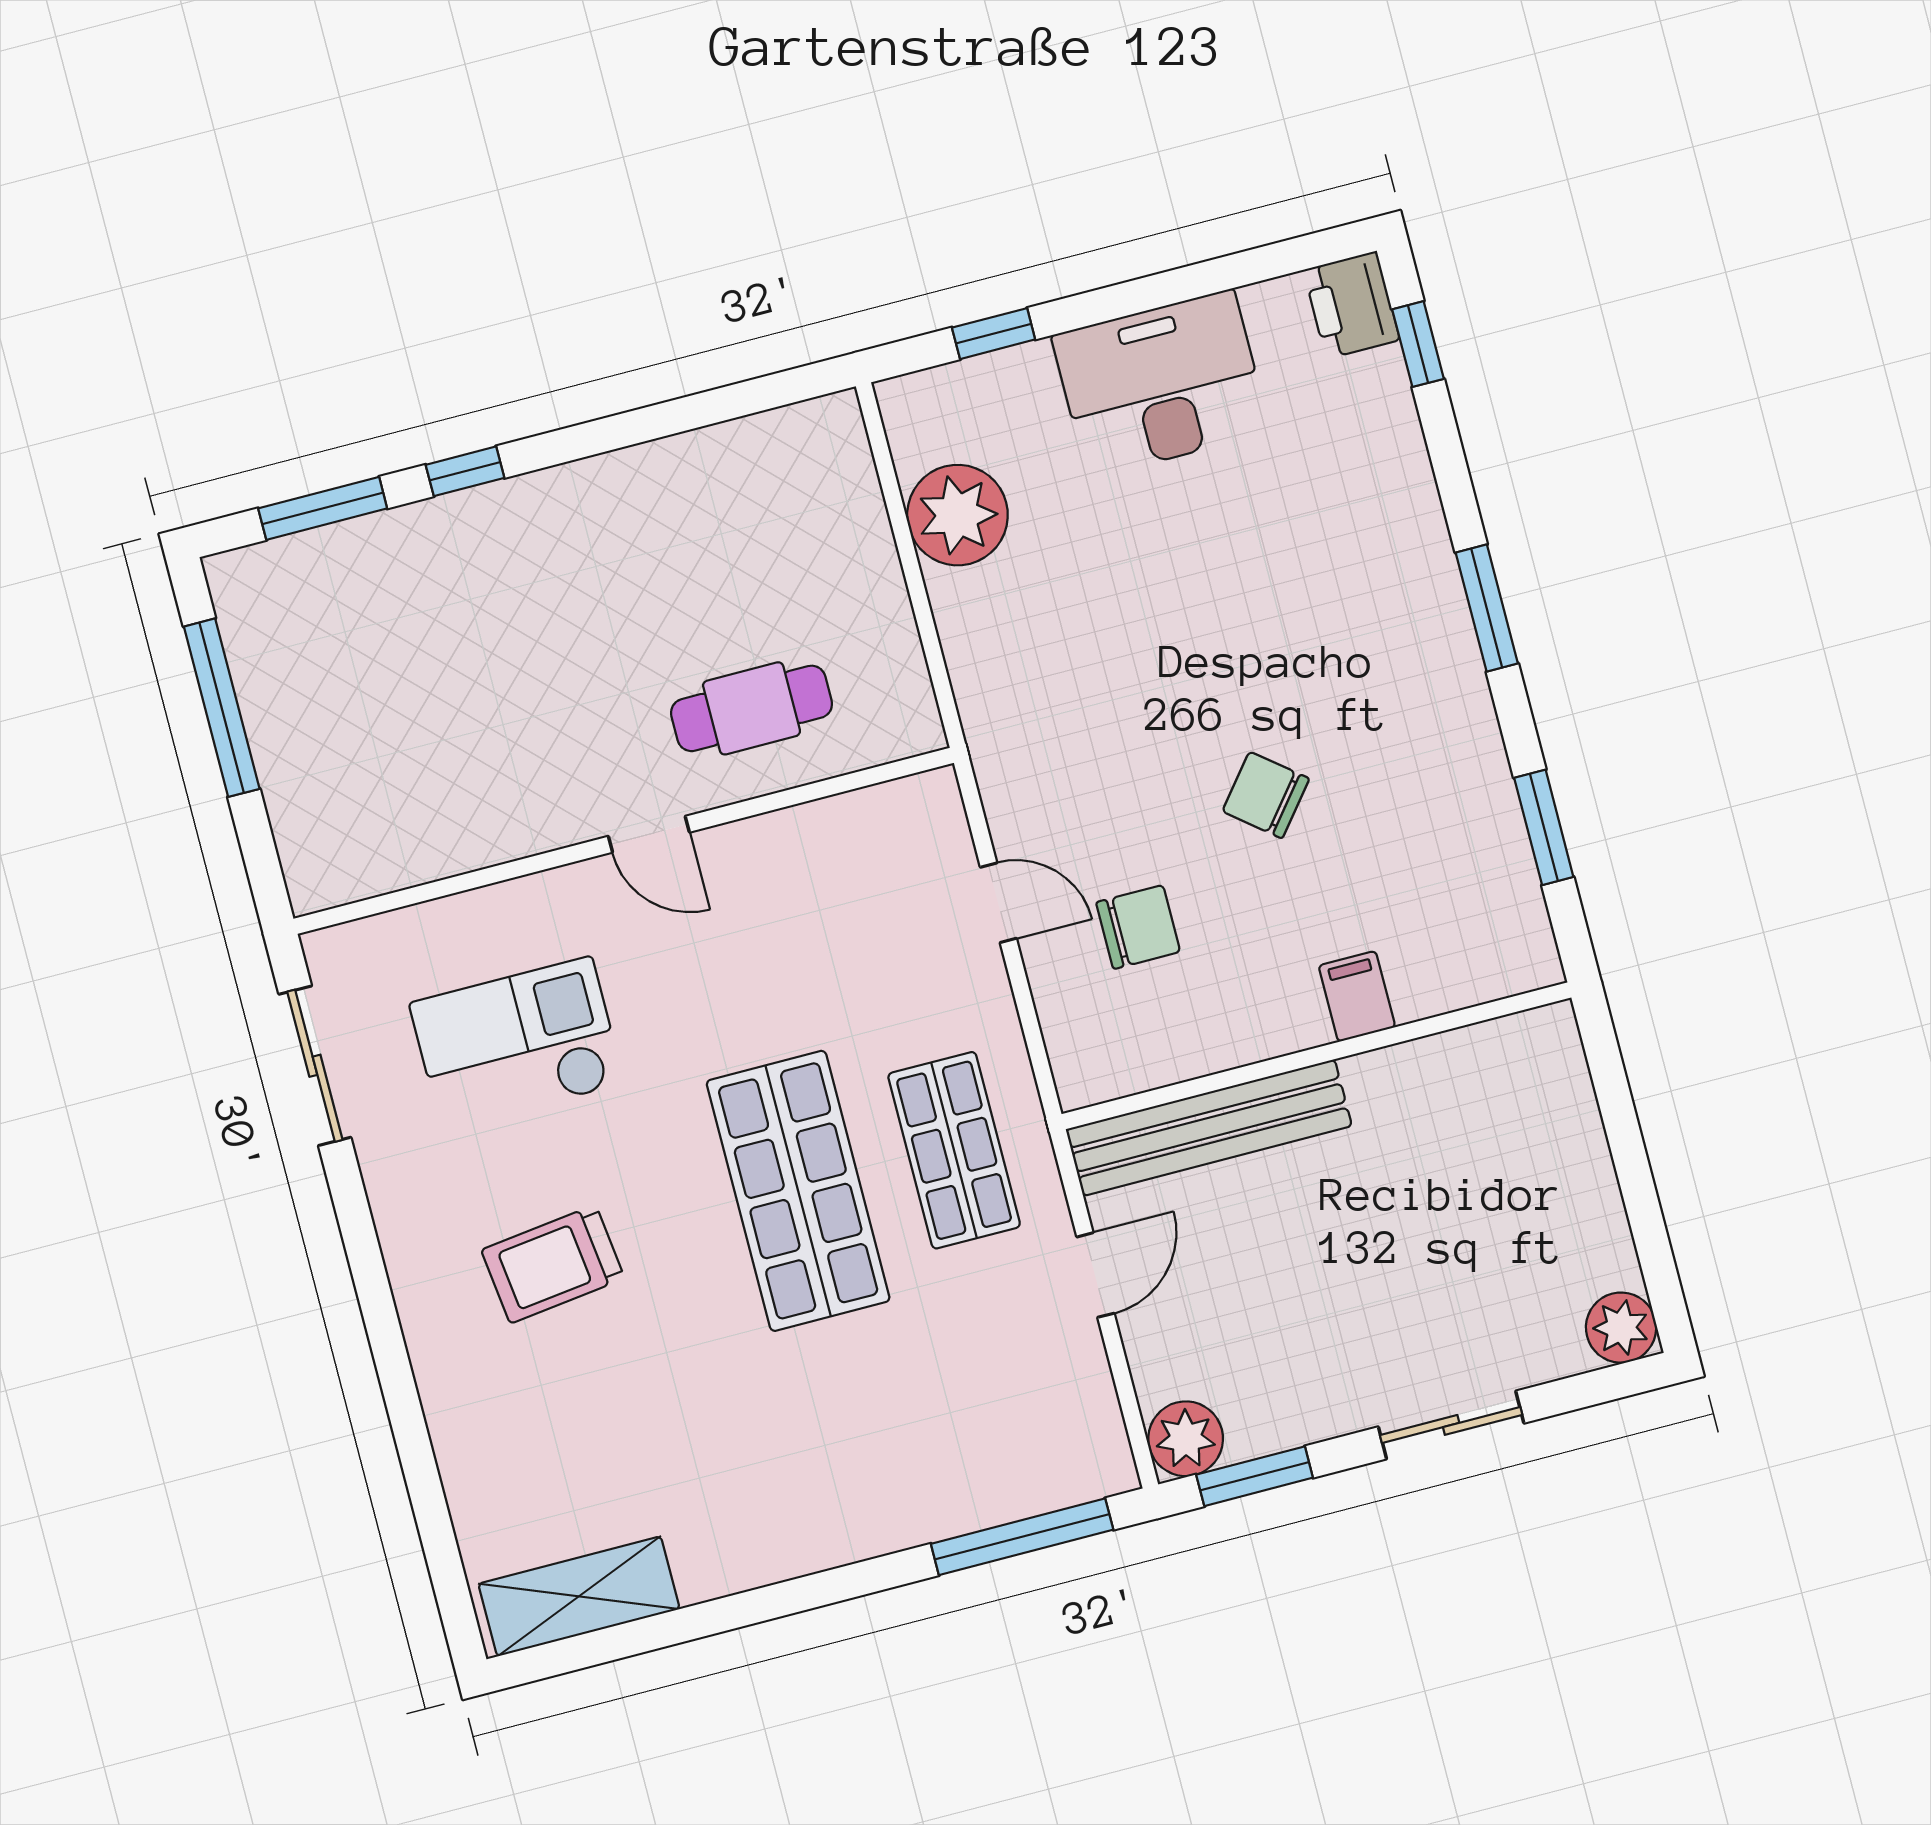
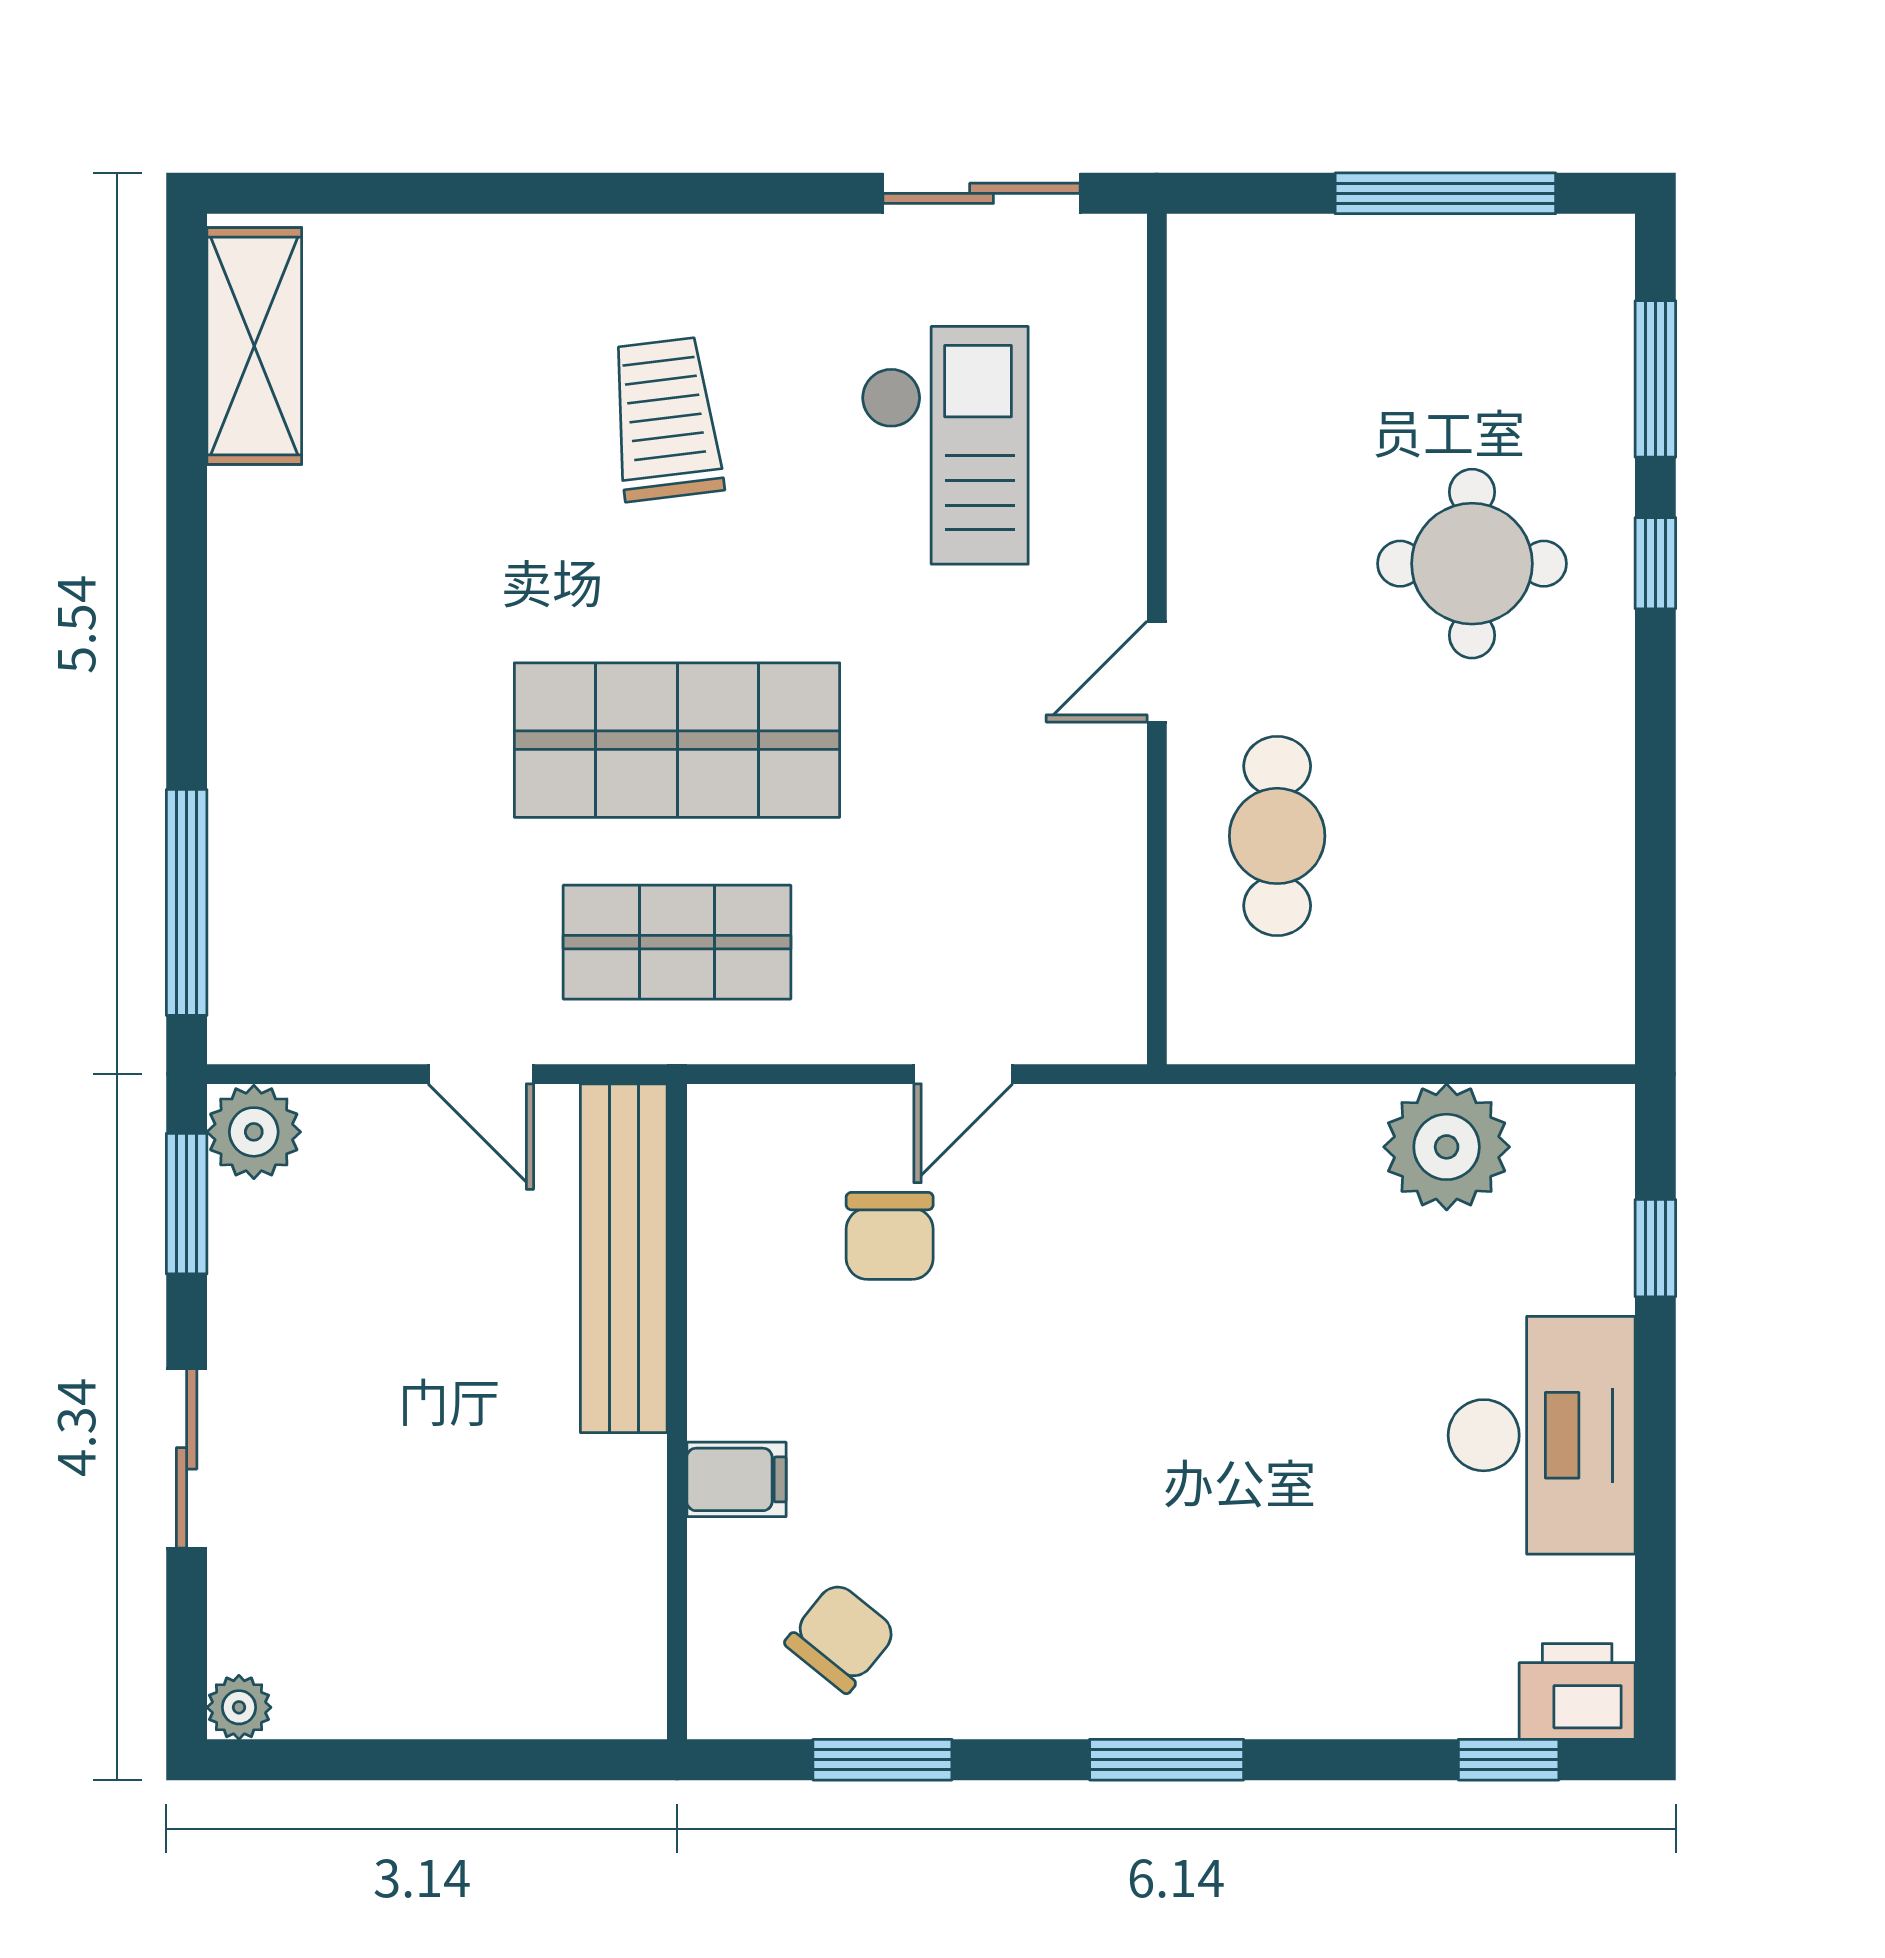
round table: (502, 613) -> (1472, 564), added
chair: (1266, 795) -> (841, 1637), moved
plant: (1621, 1328) -> (239, 1707), width x0.73, depth x0.73

